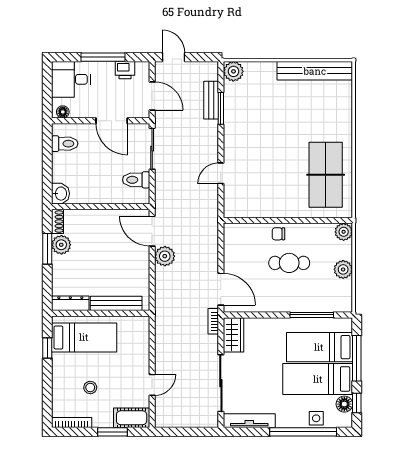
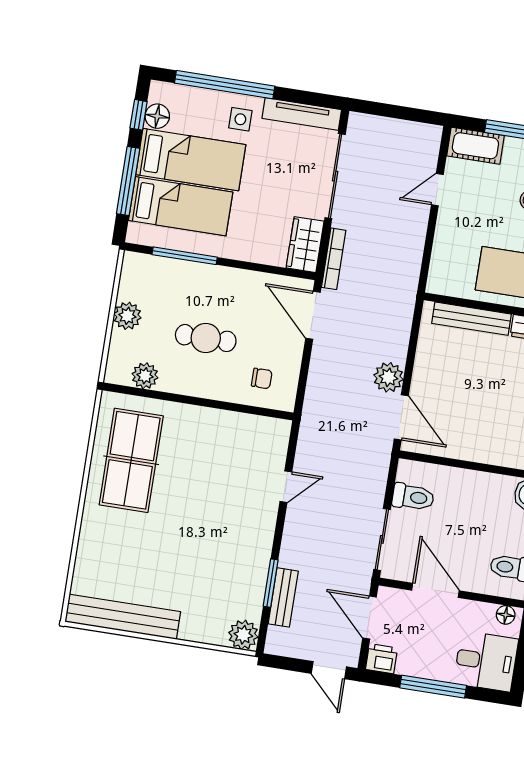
printer: (125, 70) -> (382, 659), moved
plant: (344, 232) -> (145, 376), moved
chair: (278, 234) -> (262, 378), moved
bookcase: (213, 321) -> (334, 259), width x1.56
side table: (316, 418) -> (240, 119), moved

